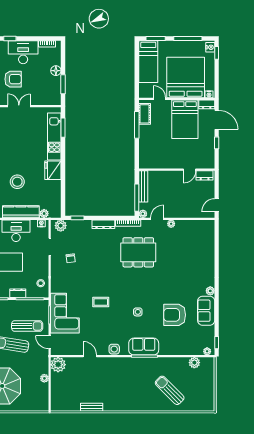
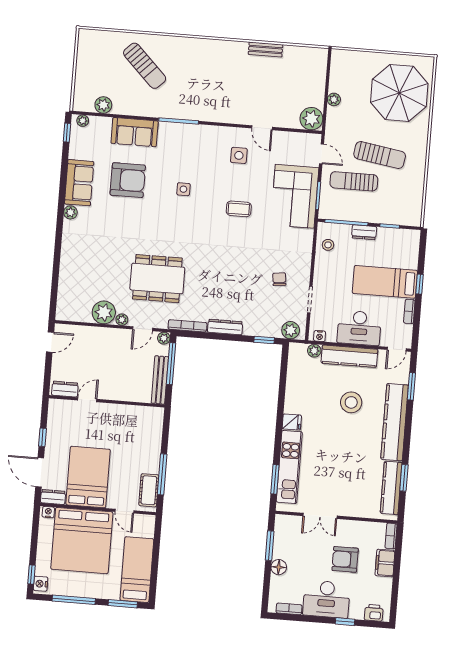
double door: (19, 106) -> (320, 516), moved
fridge: (53, 170) -> (292, 422), width x0.53, depth x0.75
plant: (183, 227) -> (104, 312), added
dining table: (138, 252) -> (157, 279), moved
sofa: (144, 347) -> (135, 132), moved
side table: (114, 349) -> (239, 155), moved

